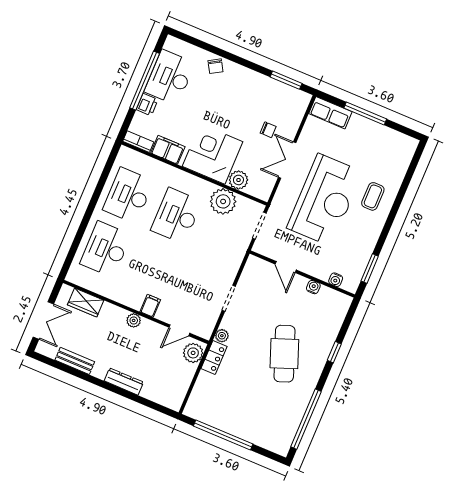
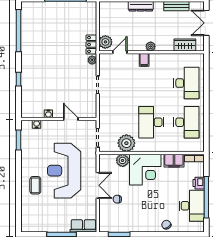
desk: (177, 216) -> (151, 122), turned 180
cafe table: (284, 354) -> (49, 65), removed

